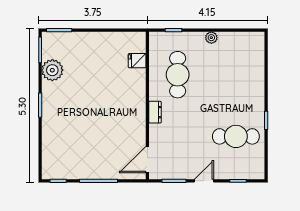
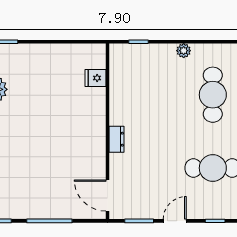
cafe table: (178, 75) -> (213, 95), moved
door: (147, 160) -> (108, 195), hinge flipped

